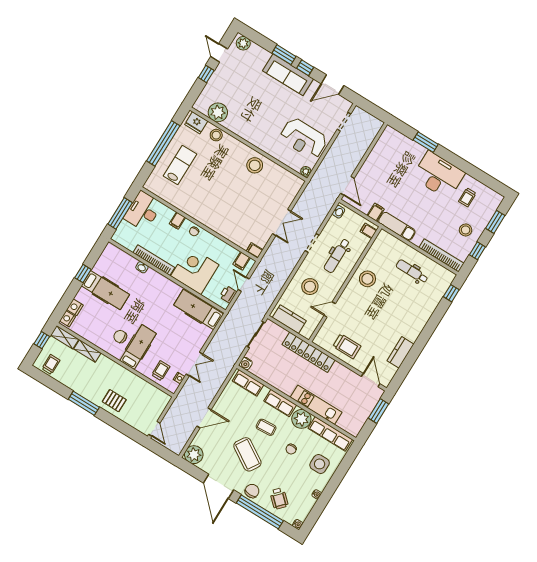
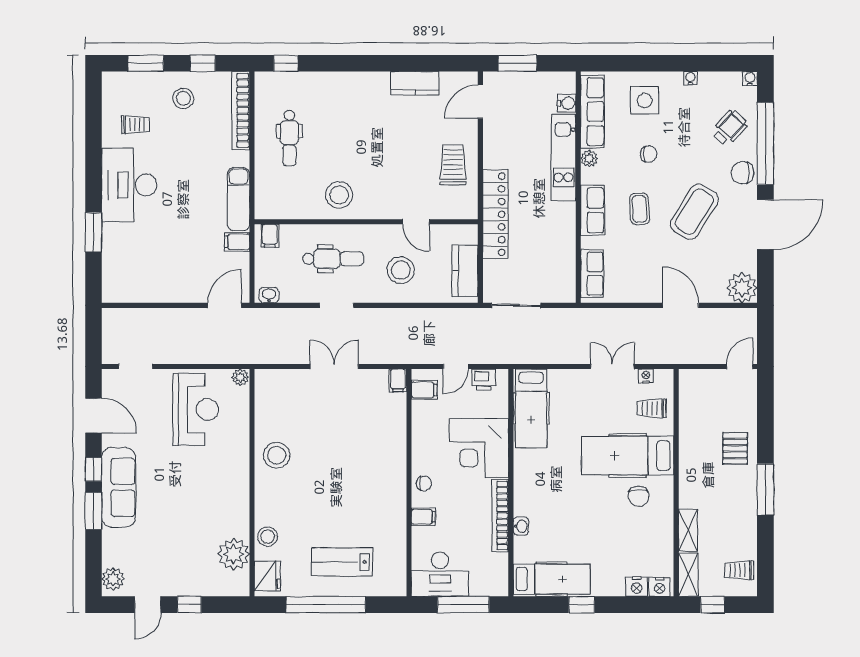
hospital bed: (105, 290) -> (552, 579), moved, turned 90
hospital bed: (138, 347) -> (628, 456), width x1.37, depth x1.29
water cooler: (246, 364) -> (567, 103), moved
plant: (301, 419) -> (589, 158), width x0.53, depth x0.53

